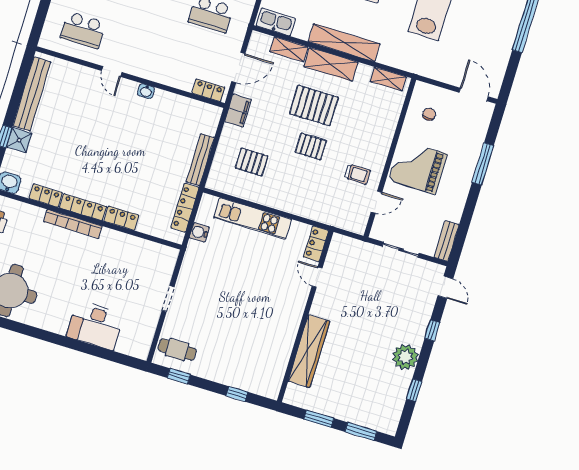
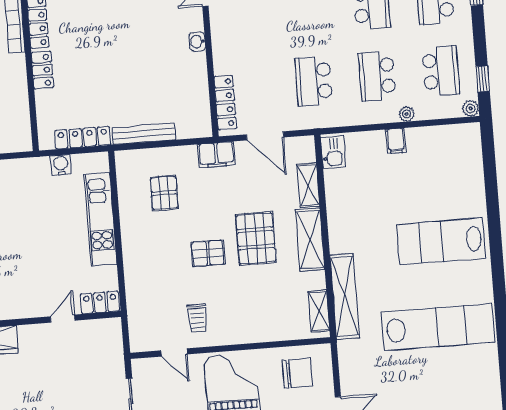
kitchen sink: (276, 22) -> (333, 152), width x0.73
shelving: (344, 43) -> (345, 296), moved
locker: (208, 90) -> (225, 103), width x1.53
chair: (429, 114) -> (297, 373), width x1.87, depth x1.87
pallet: (311, 147) -> (208, 253), turned 90

